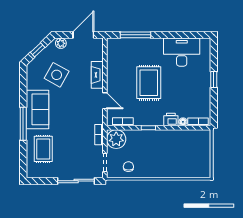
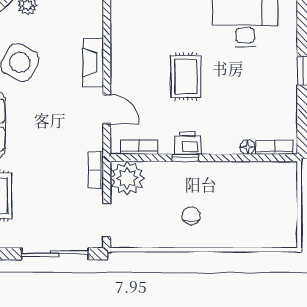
rug: (149, 83) -> (186, 76), width x0.73, depth x0.70
printer: (171, 120) -> (187, 143), moved
chair: (128, 167) -> (191, 216), moved

